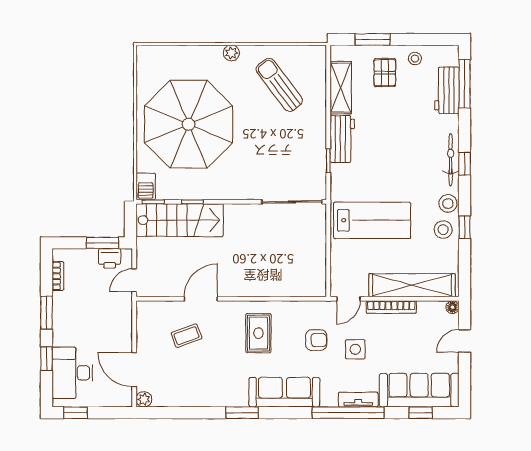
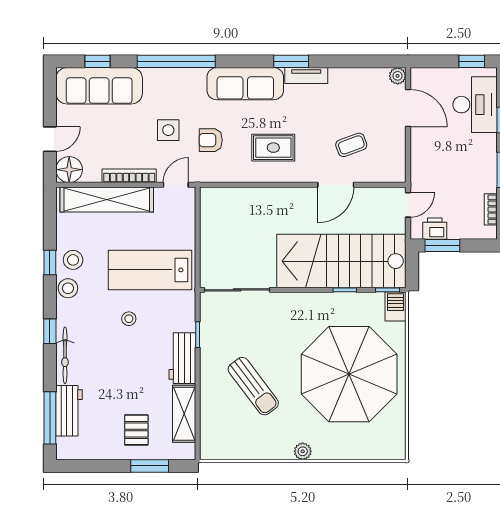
stool: (415, 59) -> (129, 319), moved
sun lounger: (279, 85) -> (253, 386), moved
bicycle: (451, 160) -> (65, 355), moved
stairs: (180, 220) -> (341, 261), width x1.36, depth x1.51
floor lamp: (452, 307) -> (69, 170), width x1.89, depth x1.89
rug: (258, 333) -> (273, 148), turned 90
tv unit: (358, 400) -> (306, 76), moved

